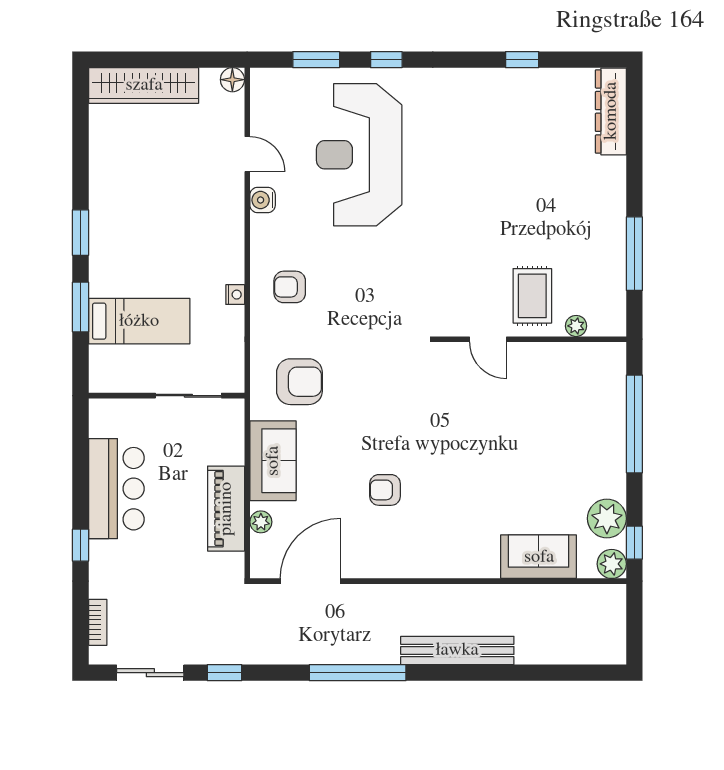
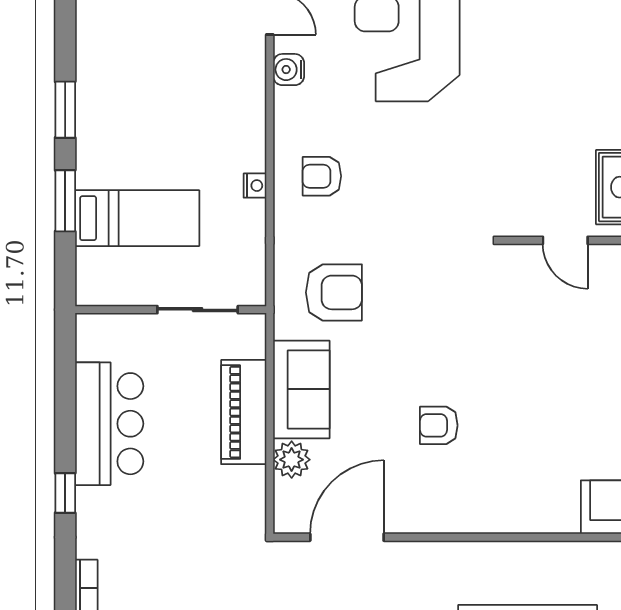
piano: (226, 509) -> (244, 412), moved
plant: (261, 522) -> (292, 460), width x1.38, depth x1.38

